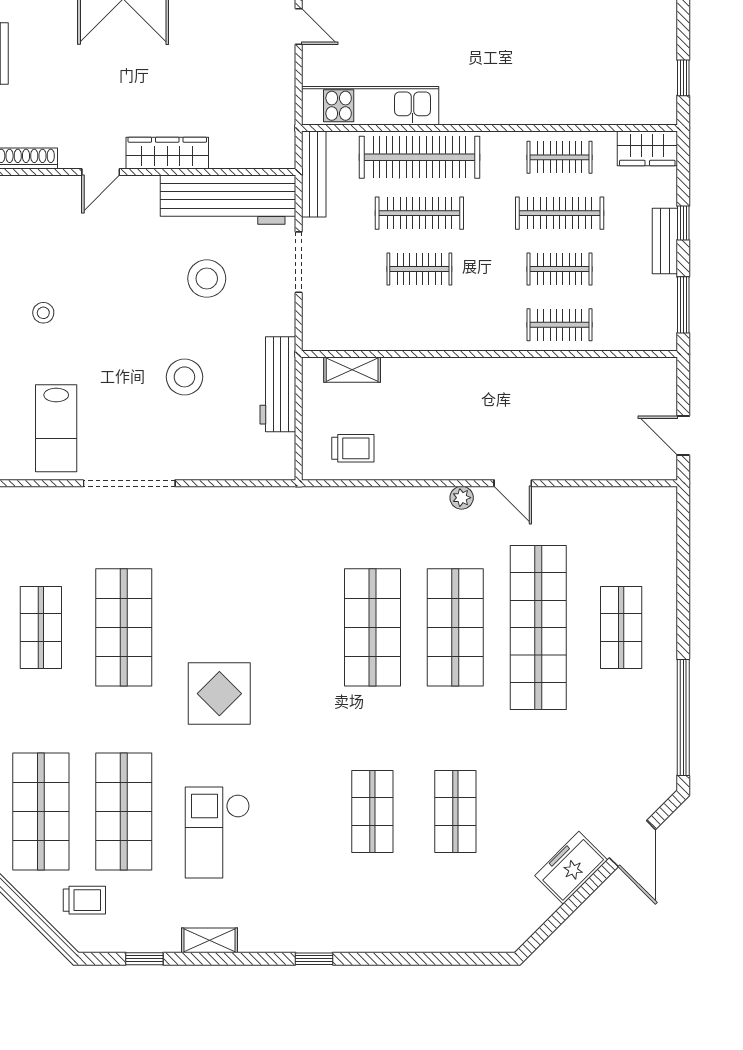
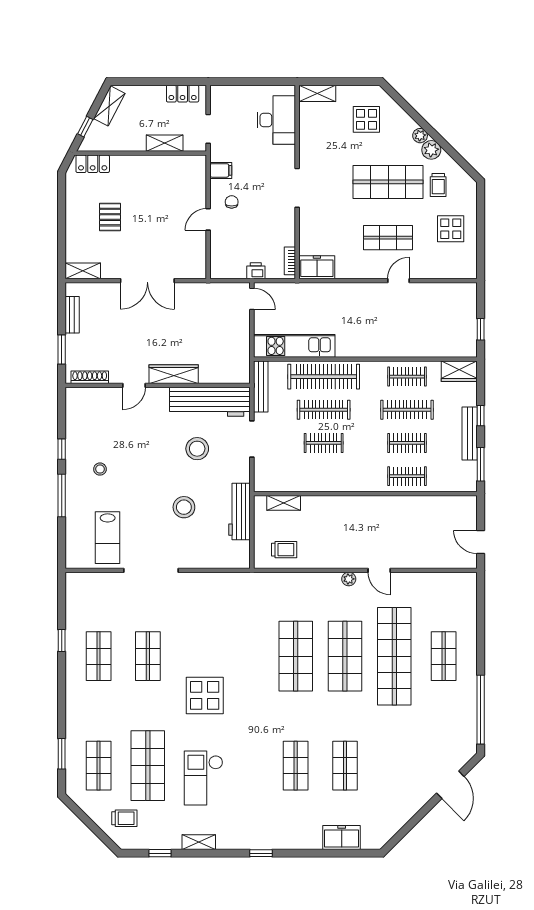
bench: (665, 241) -> (470, 433), width x1.36
shop shelf: (124, 627) -> (148, 656), width x0.70, depth x0.74
shop shelf: (41, 812) -> (99, 766), width x0.70, depth x0.74
freezer: (571, 868) -> (342, 838), moved, turned 45

